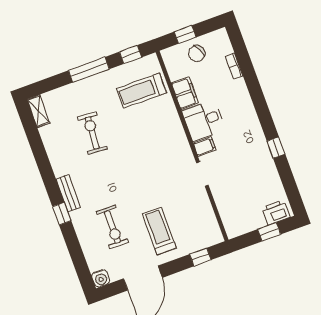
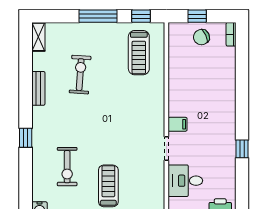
bookcase: (234, 66) -> (231, 34), moved
treadmill: (141, 91) -> (139, 53), turned -90
filing cabinet: (185, 93) -> (177, 69), removed
desk: (204, 120) -> (185, 181), moved
bench: (68, 193) -> (38, 88), moved

